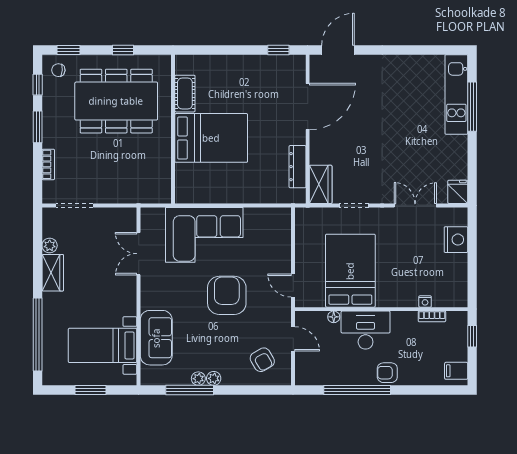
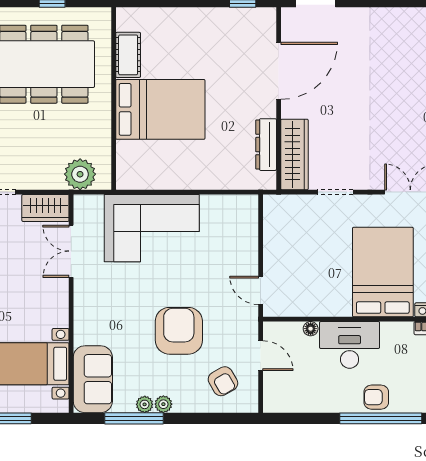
wardrobe: (321, 184) -> (294, 154), width x1.50
plant: (146, 191) -> (80, 174), added
wardrobe: (118, 218) -> (45, 208), added
bed: (350, 271) -> (383, 272), moved
armchair: (227, 295) -> (179, 331), moved
sofa: (156, 338) -> (93, 379), moved
window: (357, 390) -> (381, 418), moved

